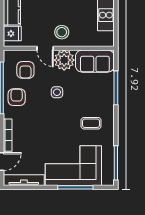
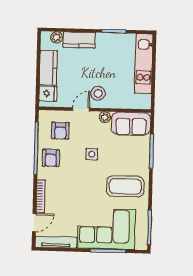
door: (45, 48) -> (81, 109), swing flipped
plant: (64, 60) -> (105, 117), width x0.53, depth x0.53
armchair: (17, 97) -> (51, 158), turned 180
coffee table: (91, 123) -> (125, 186), width x1.86, depth x1.72

